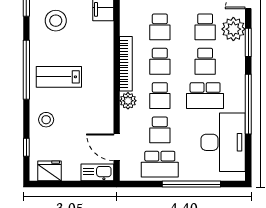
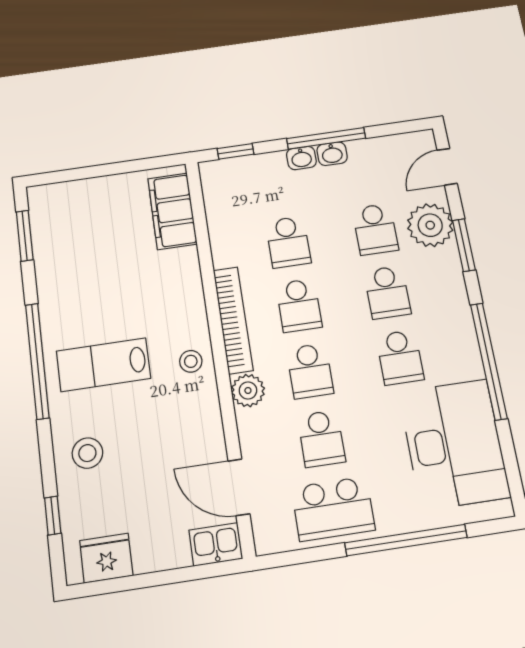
stool: (56, 21) -> (191, 361), moved, width x0.53, depth x0.53
school desk: (205, 96) -> (400, 357), width x0.54
kitchen sink: (97, 172) -> (216, 544), width x0.73

